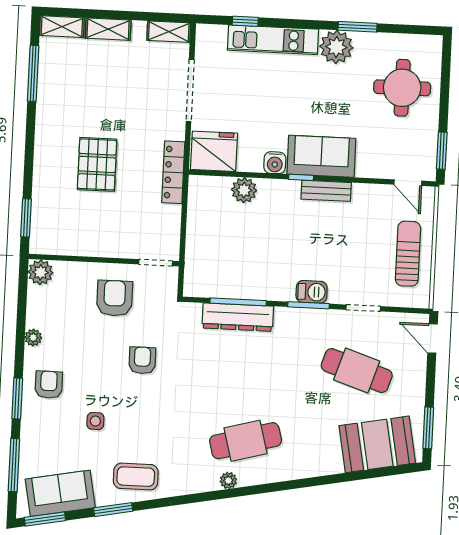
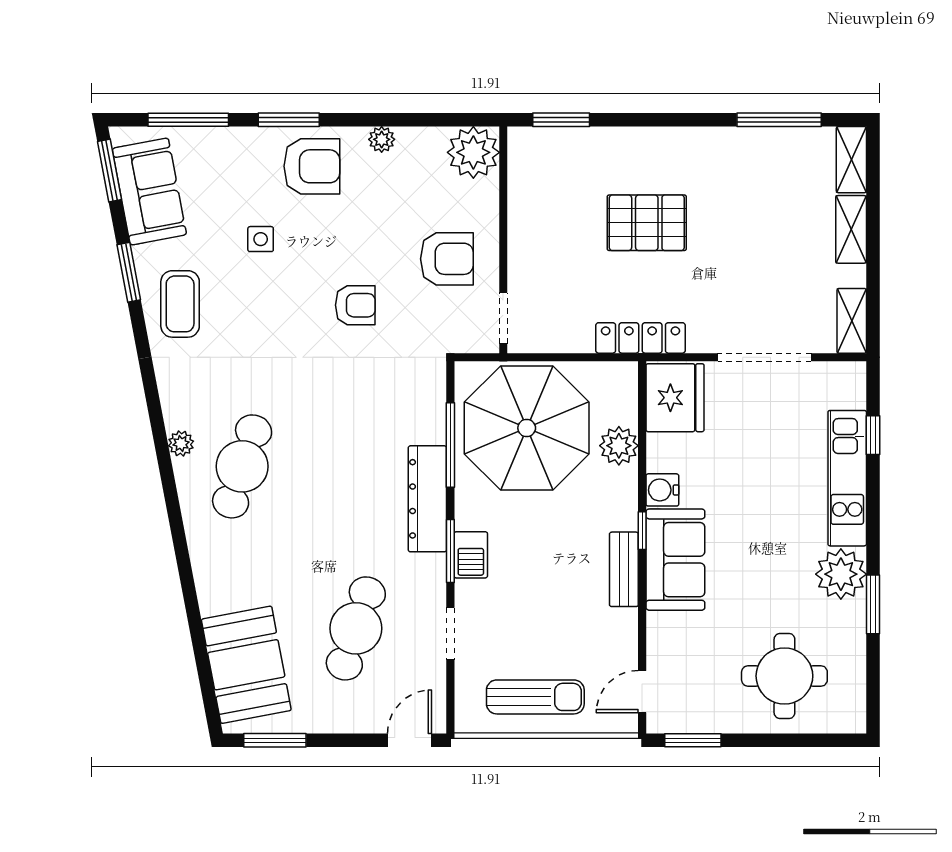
parasol: (229, 251) -> (527, 428), added
plant: (40, 272) -> (473, 152), width x1.36, depth x1.36
dresser: (238, 317) -> (427, 499), moved
armchair: (49, 385) -> (312, 166), width x1.38, depth x1.38
cafe table: (246, 441) -> (242, 466), turned 33

